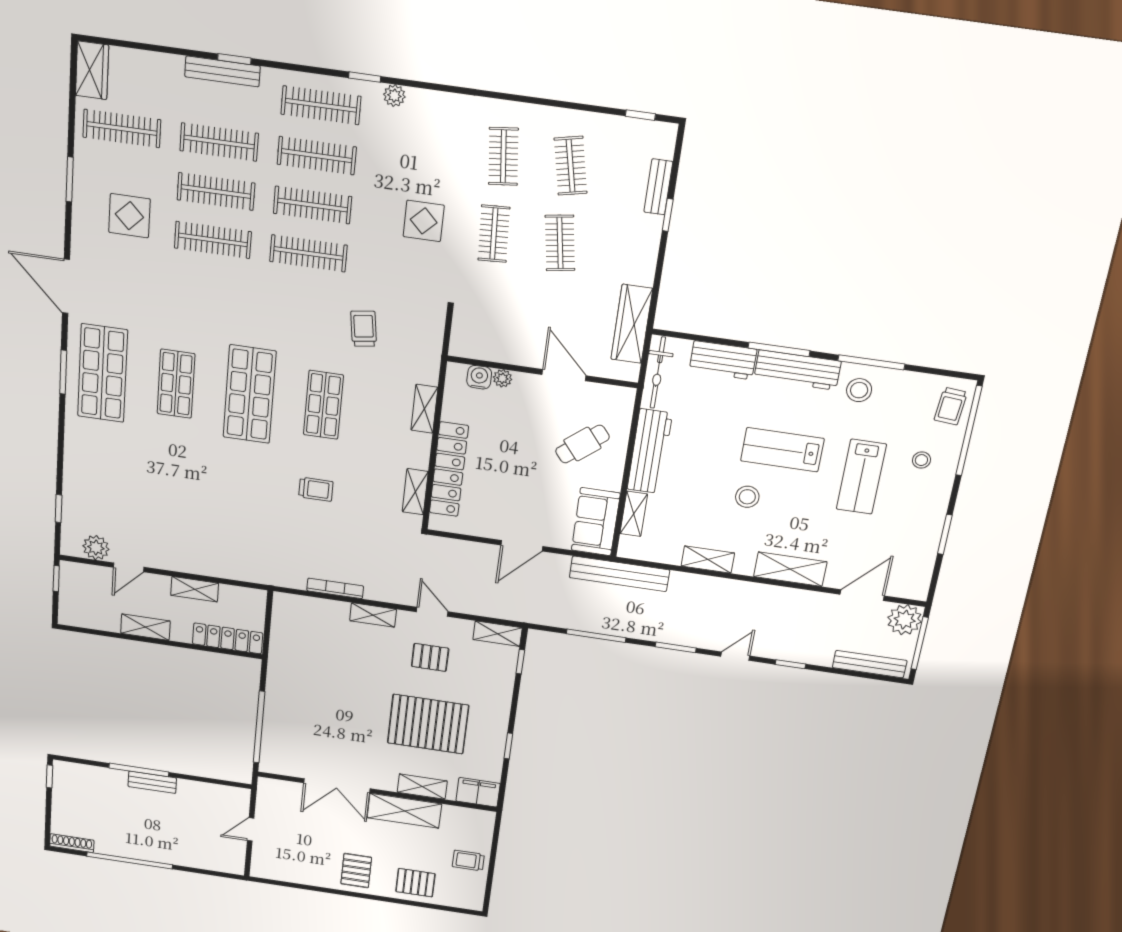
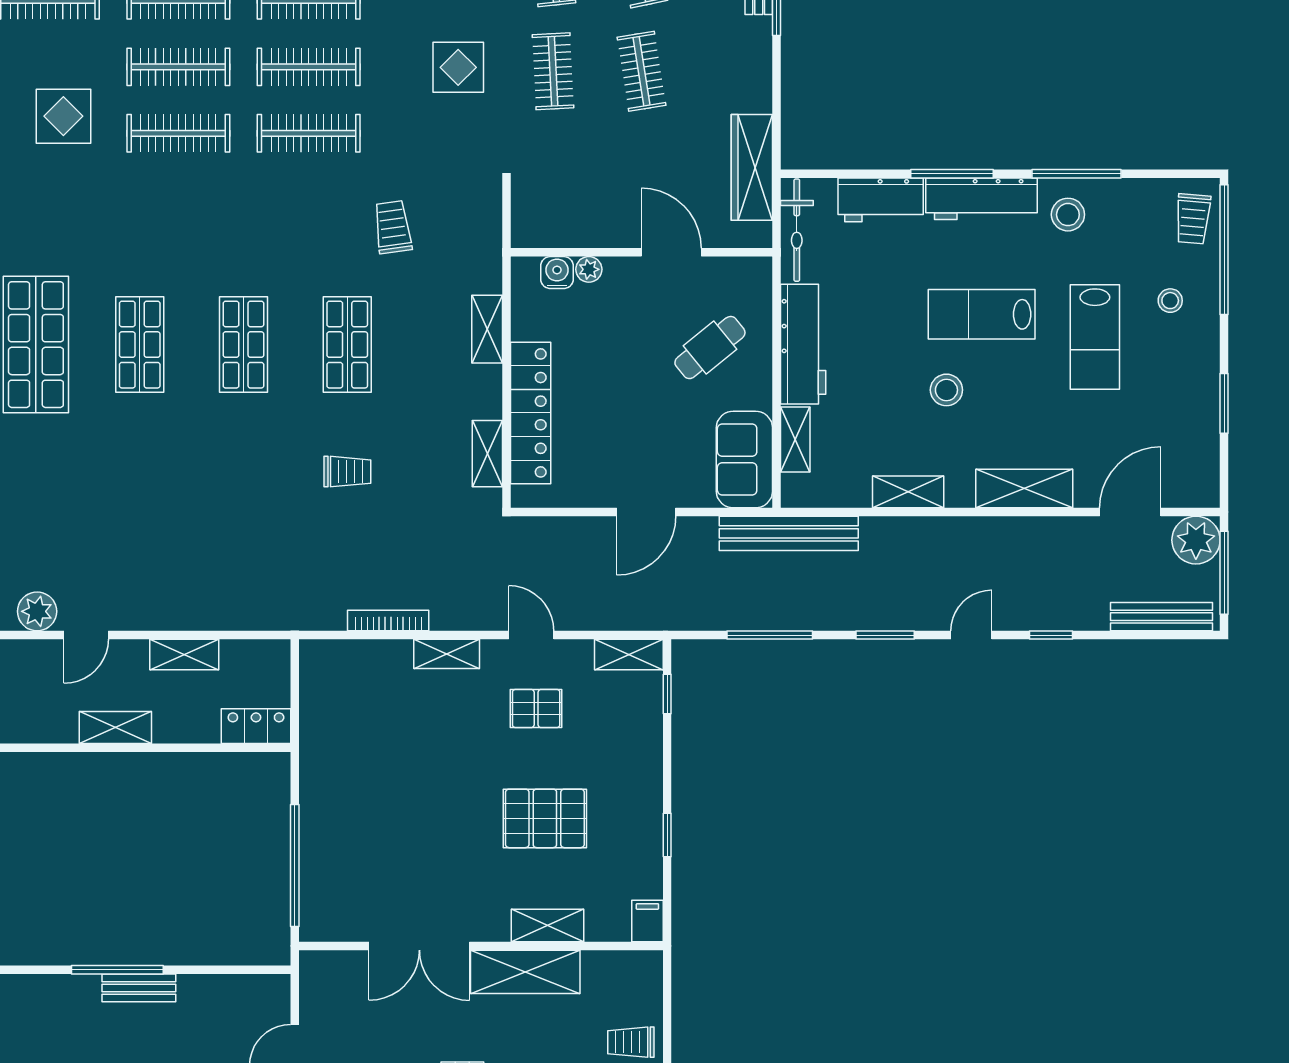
shop shelf: (250, 394) -> (243, 345), width x0.70, depth x0.74
locker: (228, 638) -> (256, 726), width x0.66
pallet: (428, 724) -> (545, 818), width x0.73, depth x0.71
filing cabinet: (478, 792) -> (647, 921), width x0.50

